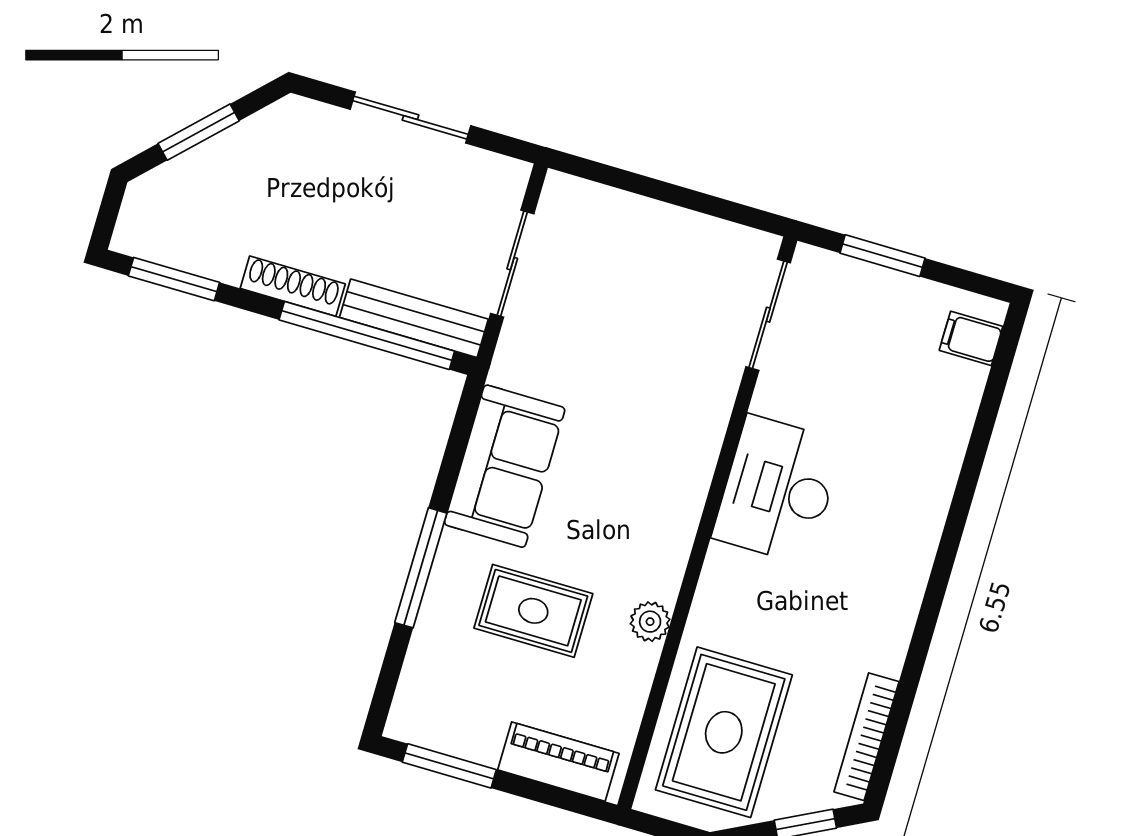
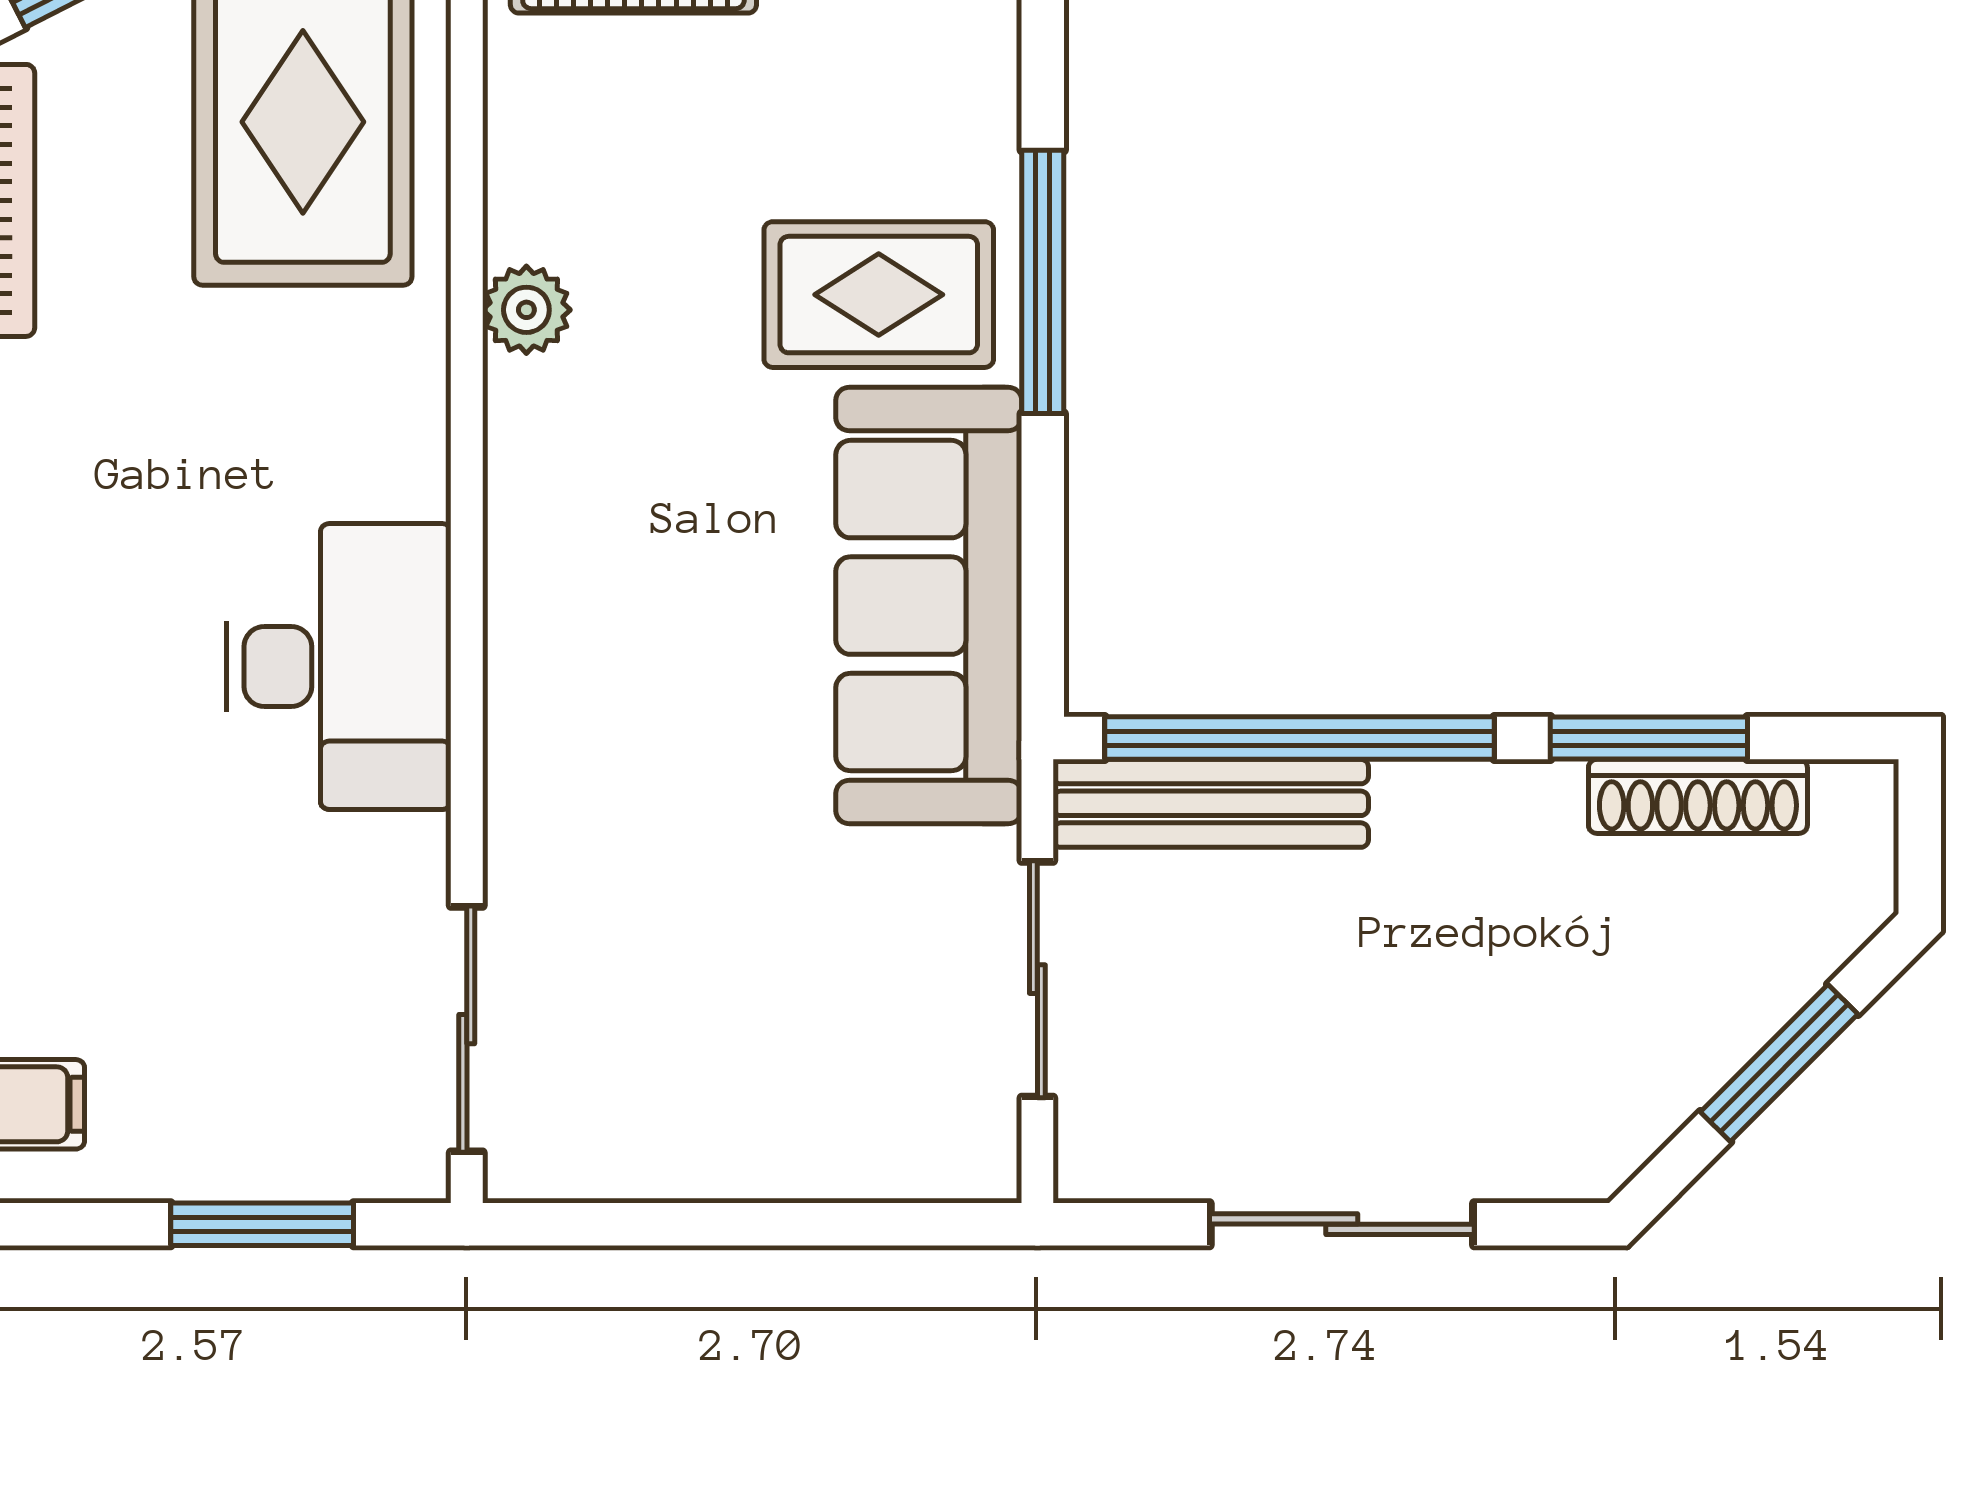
window: (174, 279) -> (1649, 738), moved
shoe rack: (293, 286) -> (1698, 796), moved
sofa: (505, 466) -> (929, 606), width x1.36
rug: (533, 611) -> (879, 295), moved

